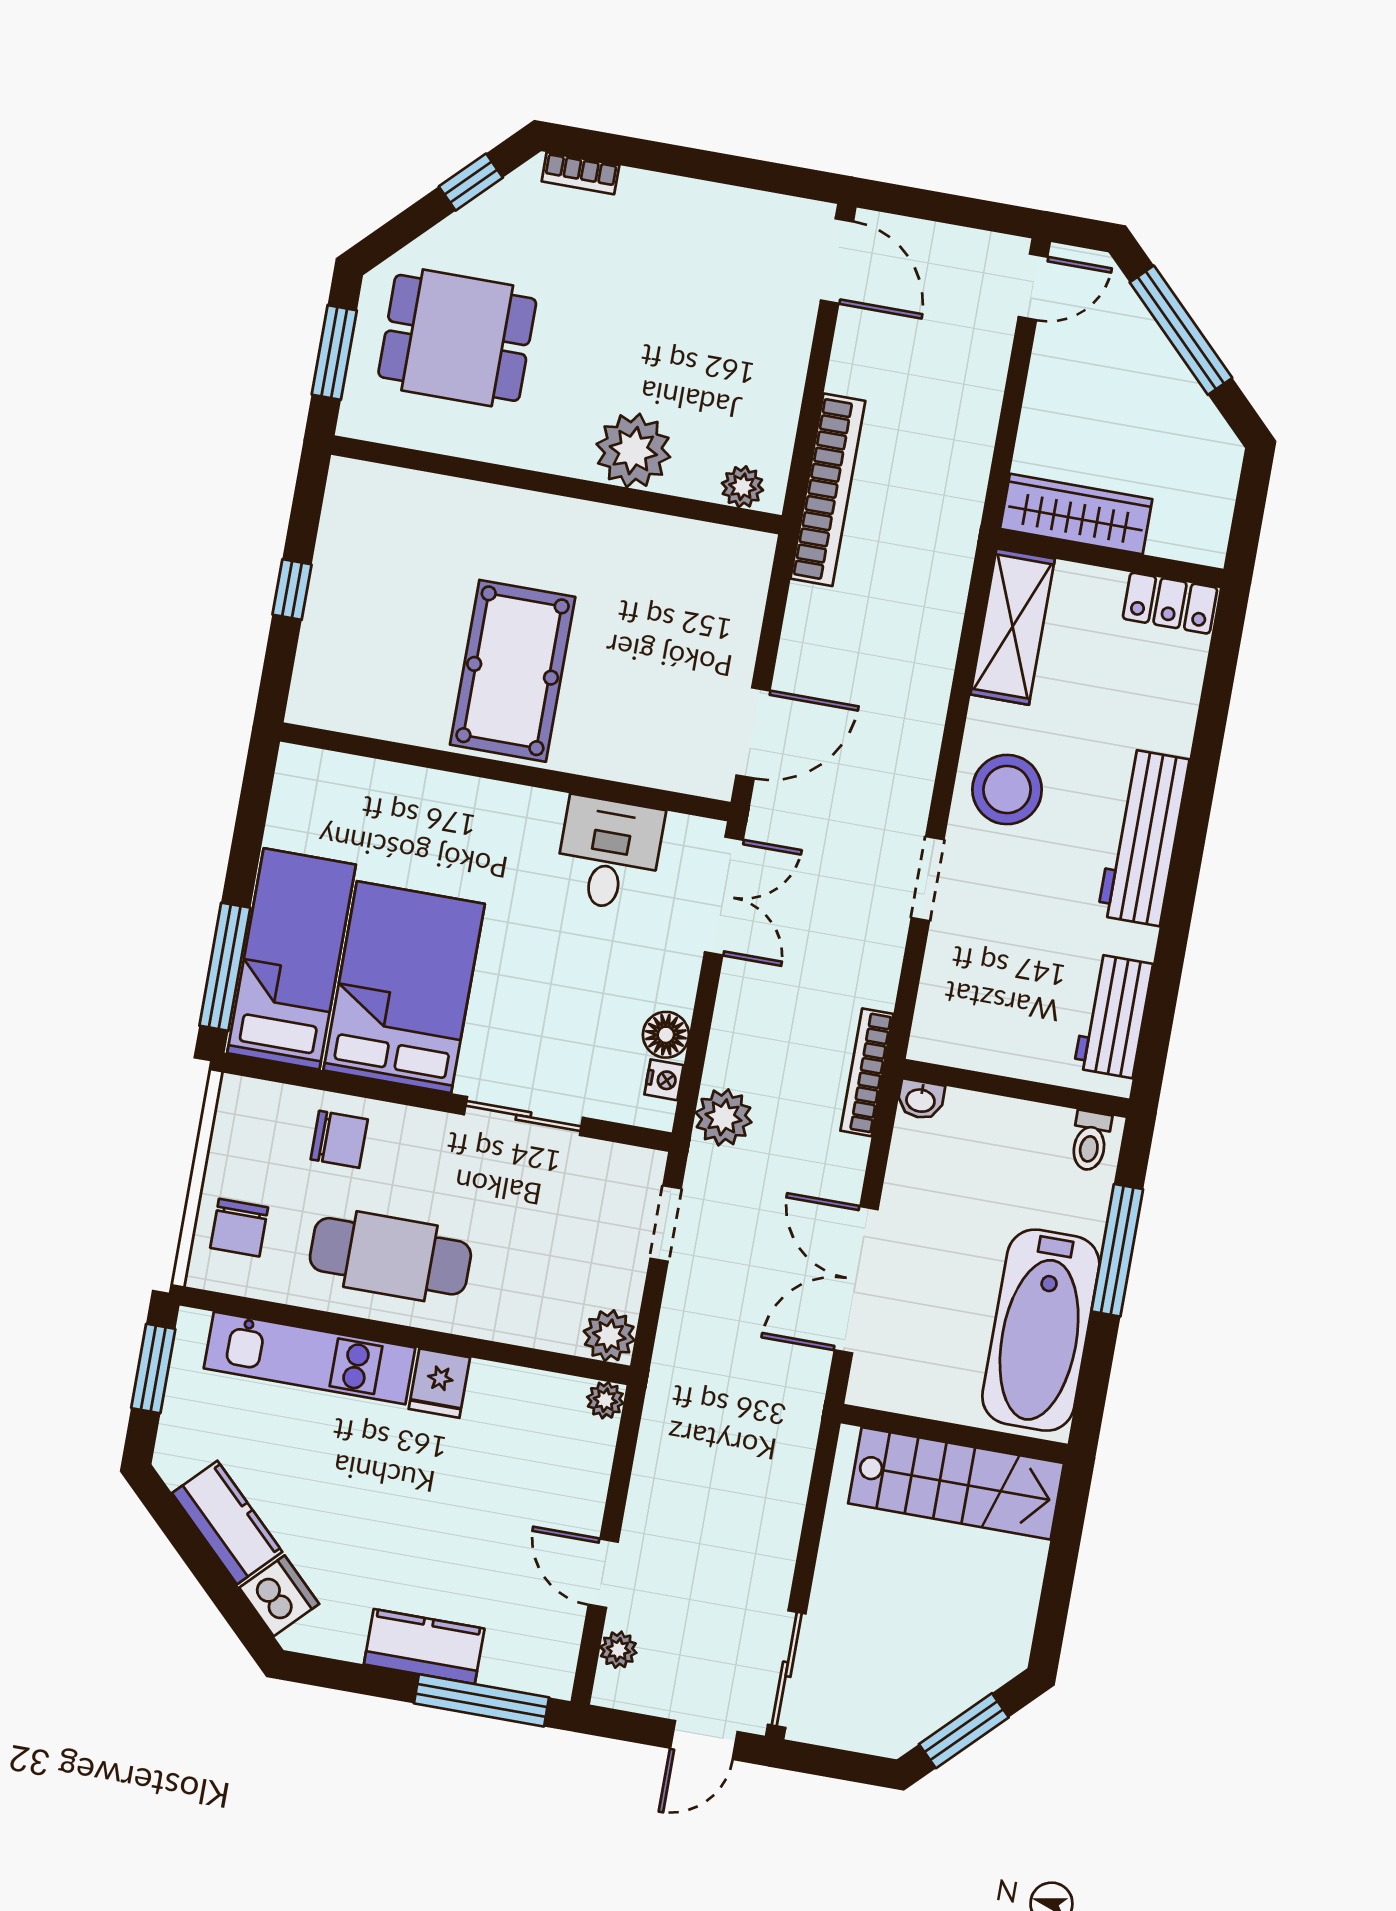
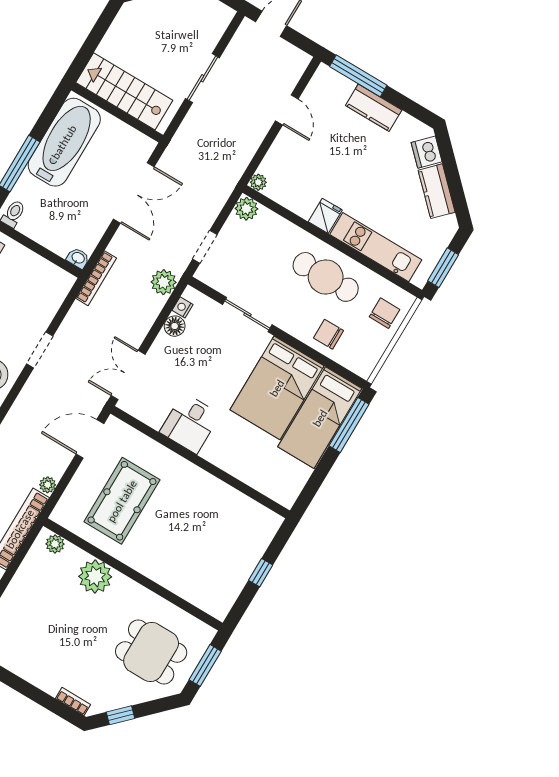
pool table: (513, 671) -> (122, 501), moved
desk: (609, 854) -> (190, 423), moved
plant: (618, 1650) -> (48, 485), moved
sliding door: (787, 1669) -> (202, 78), moved

